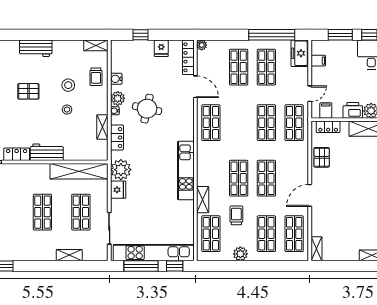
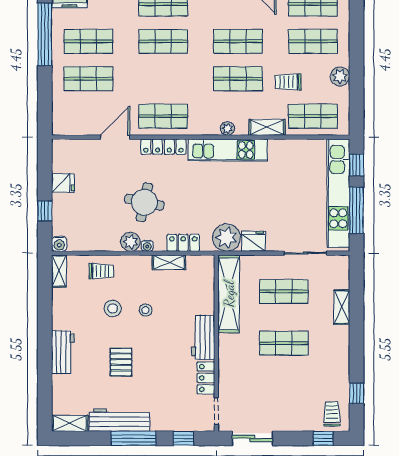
plant: (202, 45) -> (227, 128), moved
locker: (188, 57) -> (163, 147), moved
water cooler: (116, 79) -> (59, 244), moved

